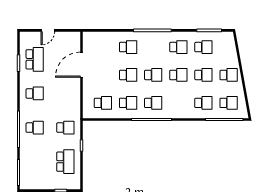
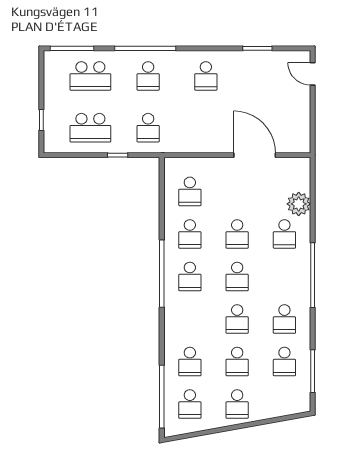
door: (48, 30) -> (313, 74), moved
plant: (110, 39) -> (299, 204), added
school desk: (35, 59) -> (90, 76), moved

